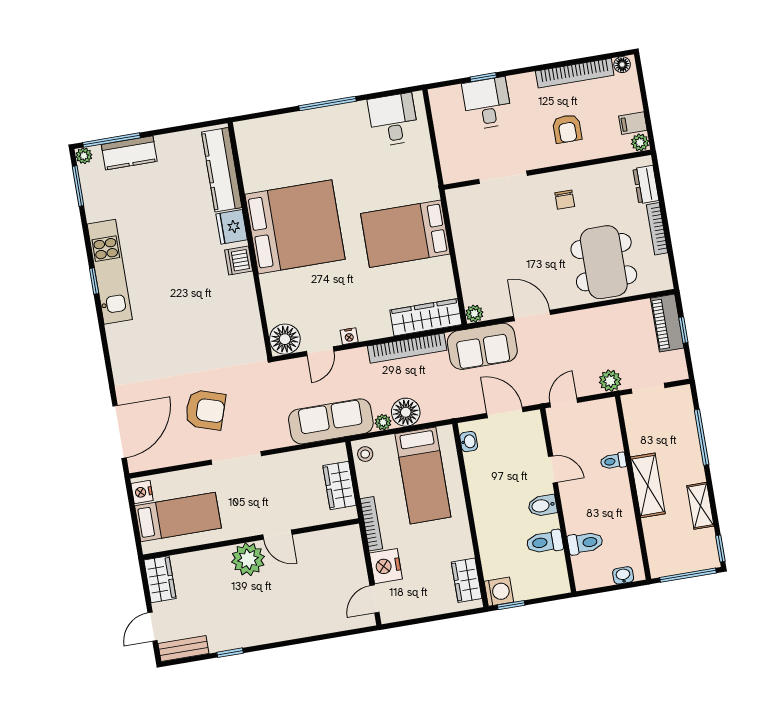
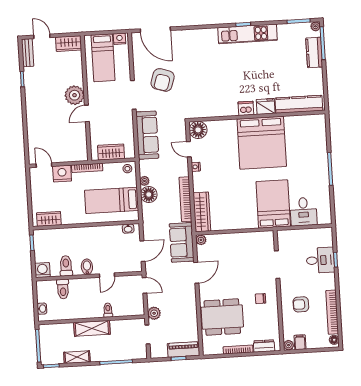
desk: (393, 120) -> (303, 212), moved, turned 90
bed: (405, 234) -> (273, 204), moved
sofa: (331, 421) -> (147, 135), moved
washing machine: (499, 592) -> (42, 270), moved, turned 180

